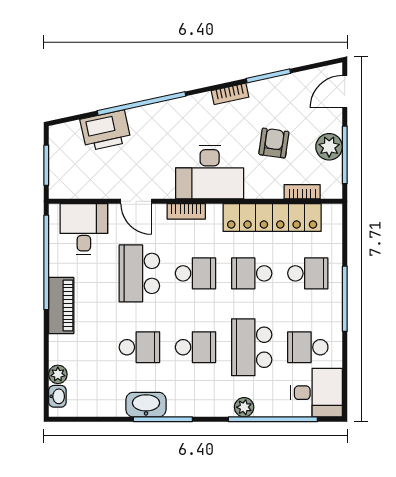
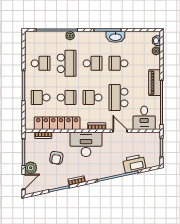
plant: (329, 147) -> (31, 168), moved
school desk: (139, 273) -> (119, 98), turned 180
school desk: (196, 347) -> (93, 63), turned 180
desk: (316, 393) -> (37, 42), removed

